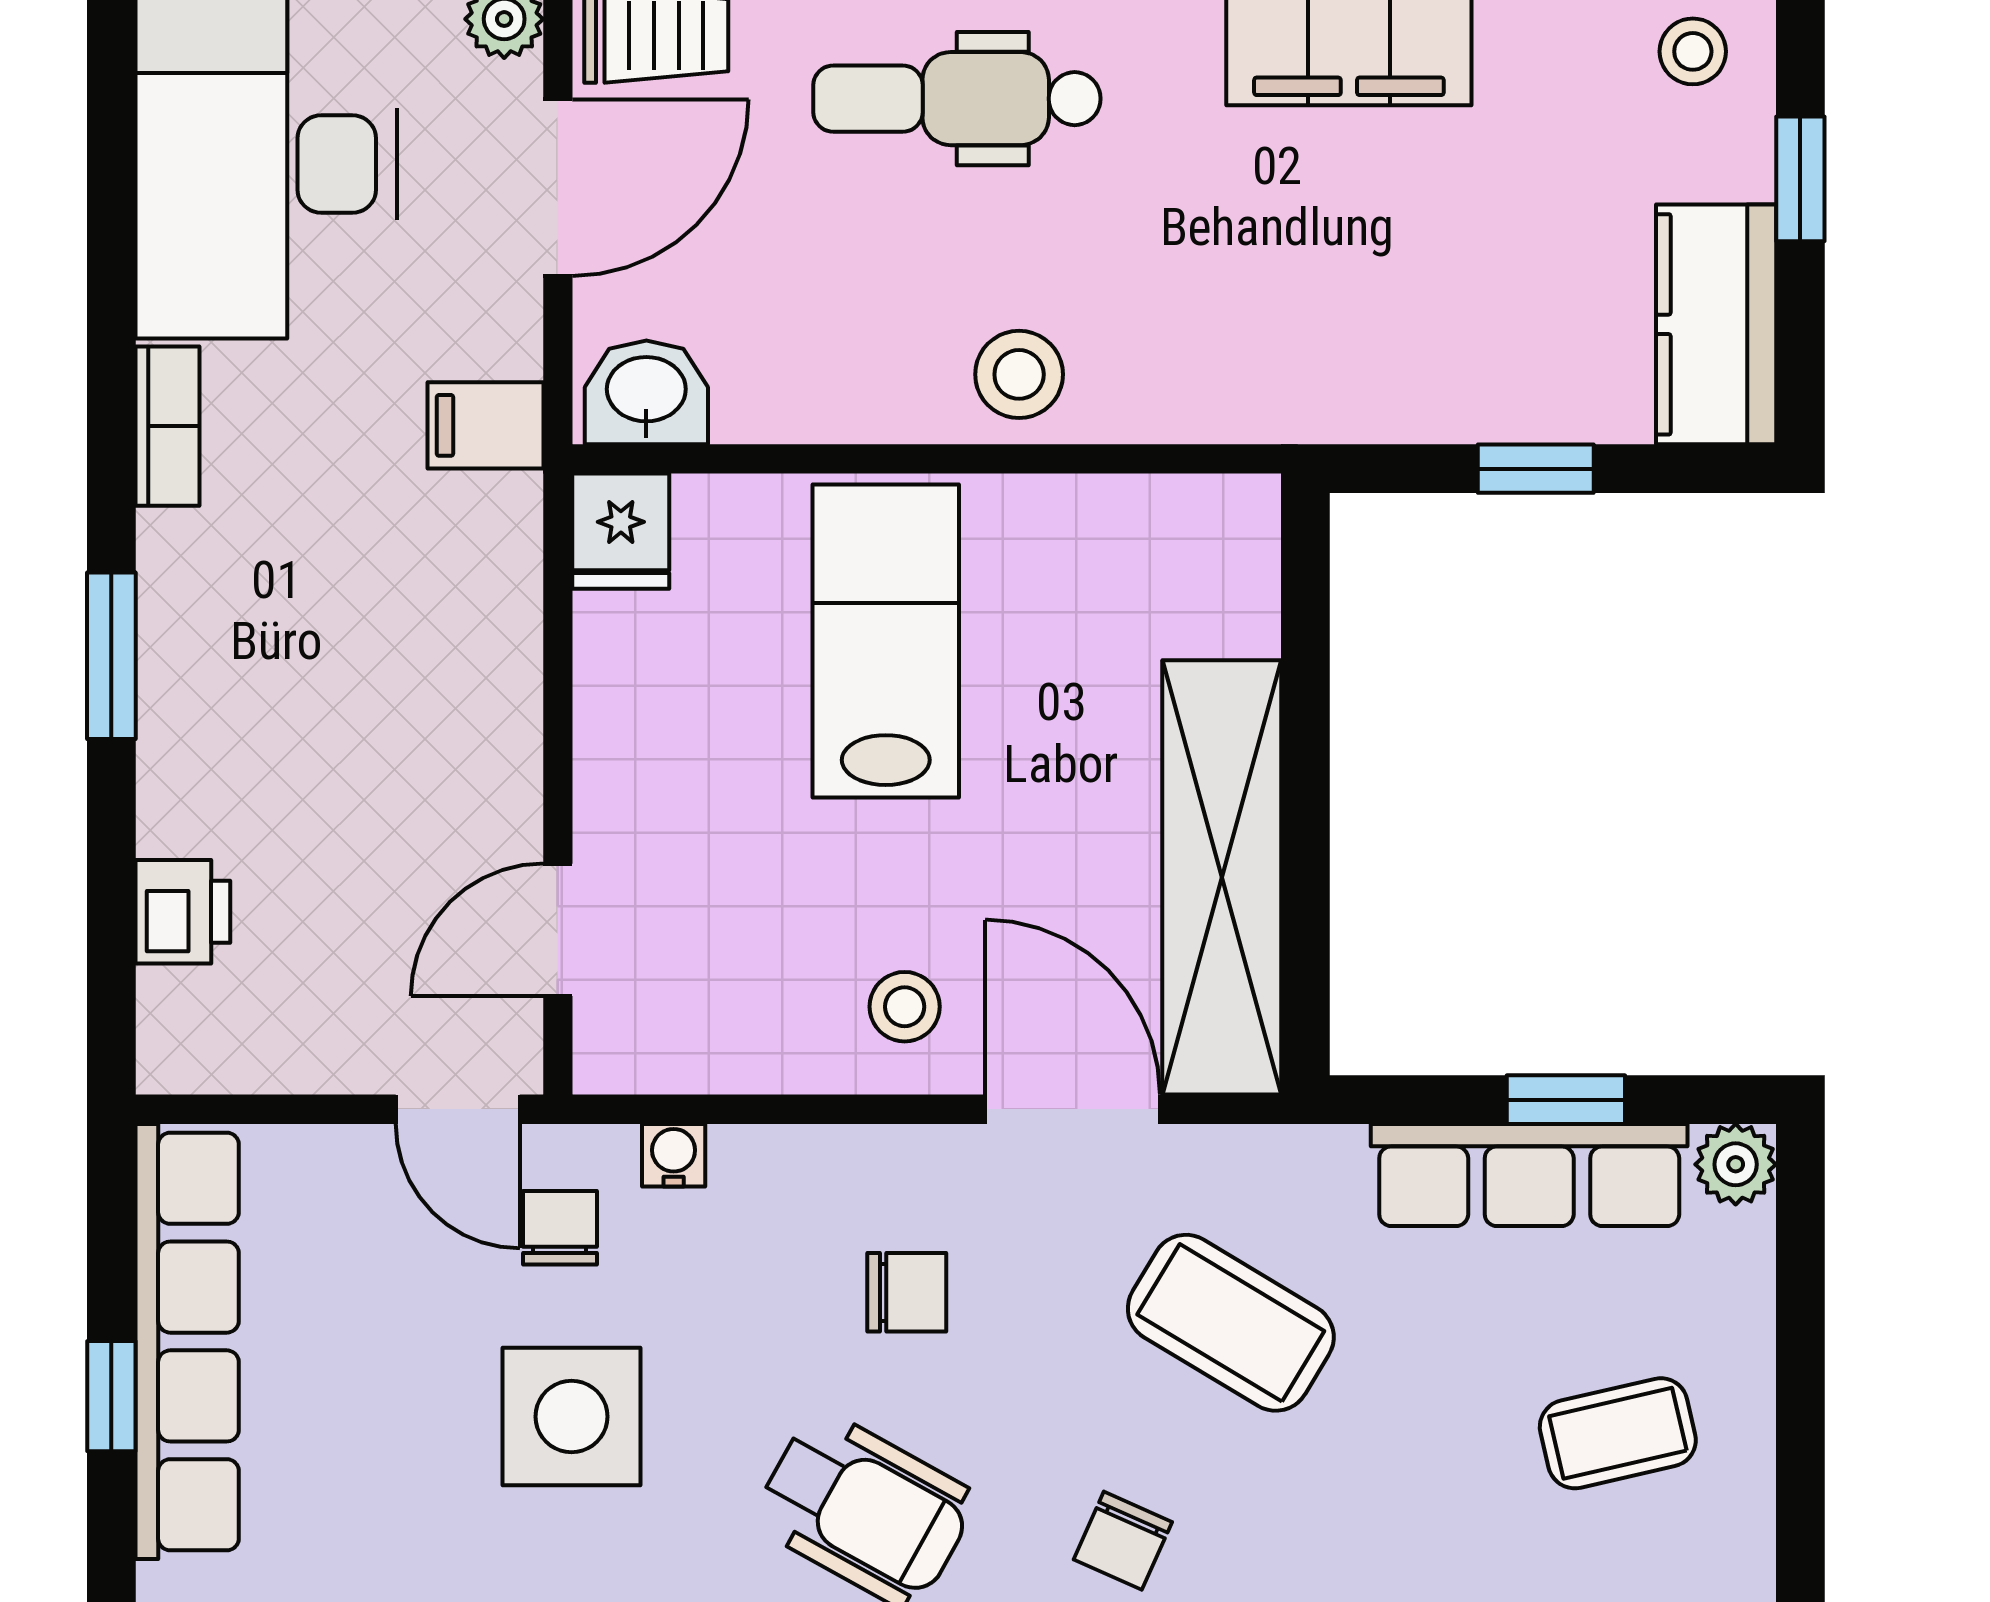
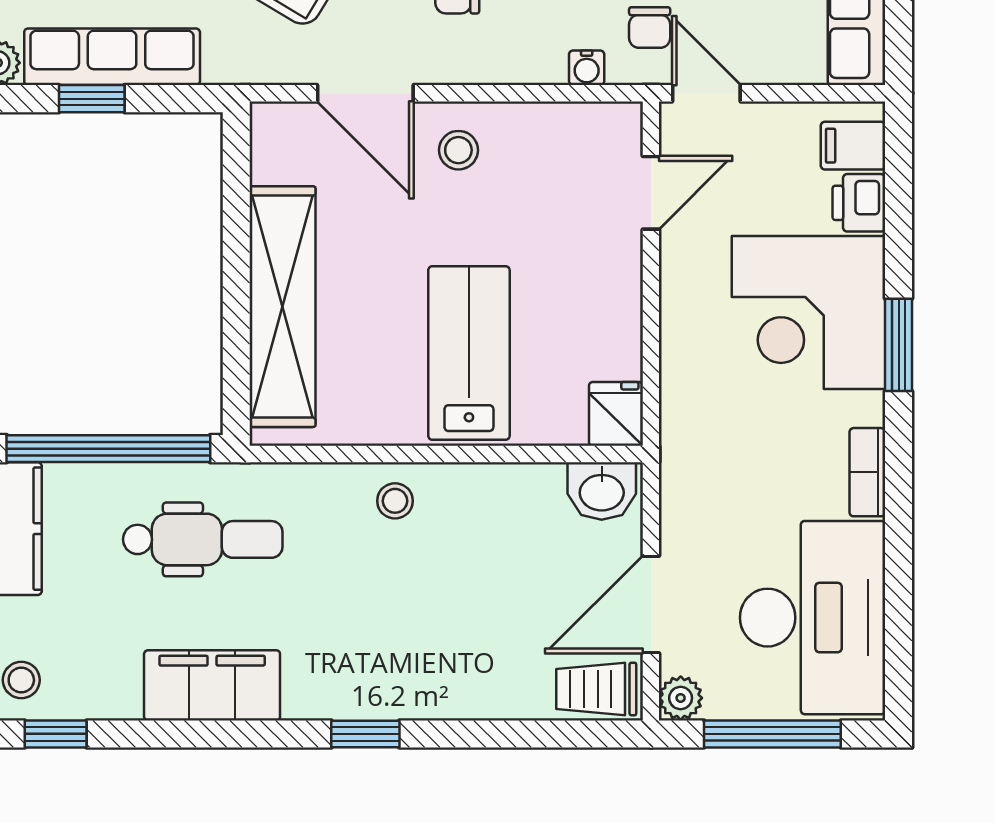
dental chair: (957, 99) -> (203, 539), moved
stool: (1019, 374) -> (395, 501), width x0.73, depth x0.73
filing cabinet: (485, 425) -> (853, 146), moved, turned 180
window: (1536, 469) -> (108, 449), width x3.17
lab bench: (886, 641) -> (469, 353), turned 180
corner desk: (274, 714) -> (808, 313), added
shelving: (1222, 877) -> (283, 307), moved

